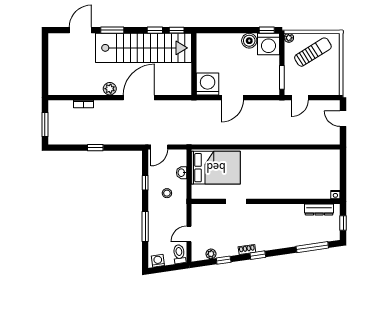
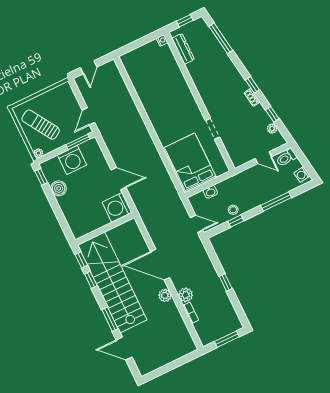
washing machine: (268, 44) -> (72, 160), moved, turned 90
door: (300, 98) -> (88, 116), swing flipped
plant: (101, 107) -> (186, 295), added
stool: (167, 193) -> (233, 210), moved

